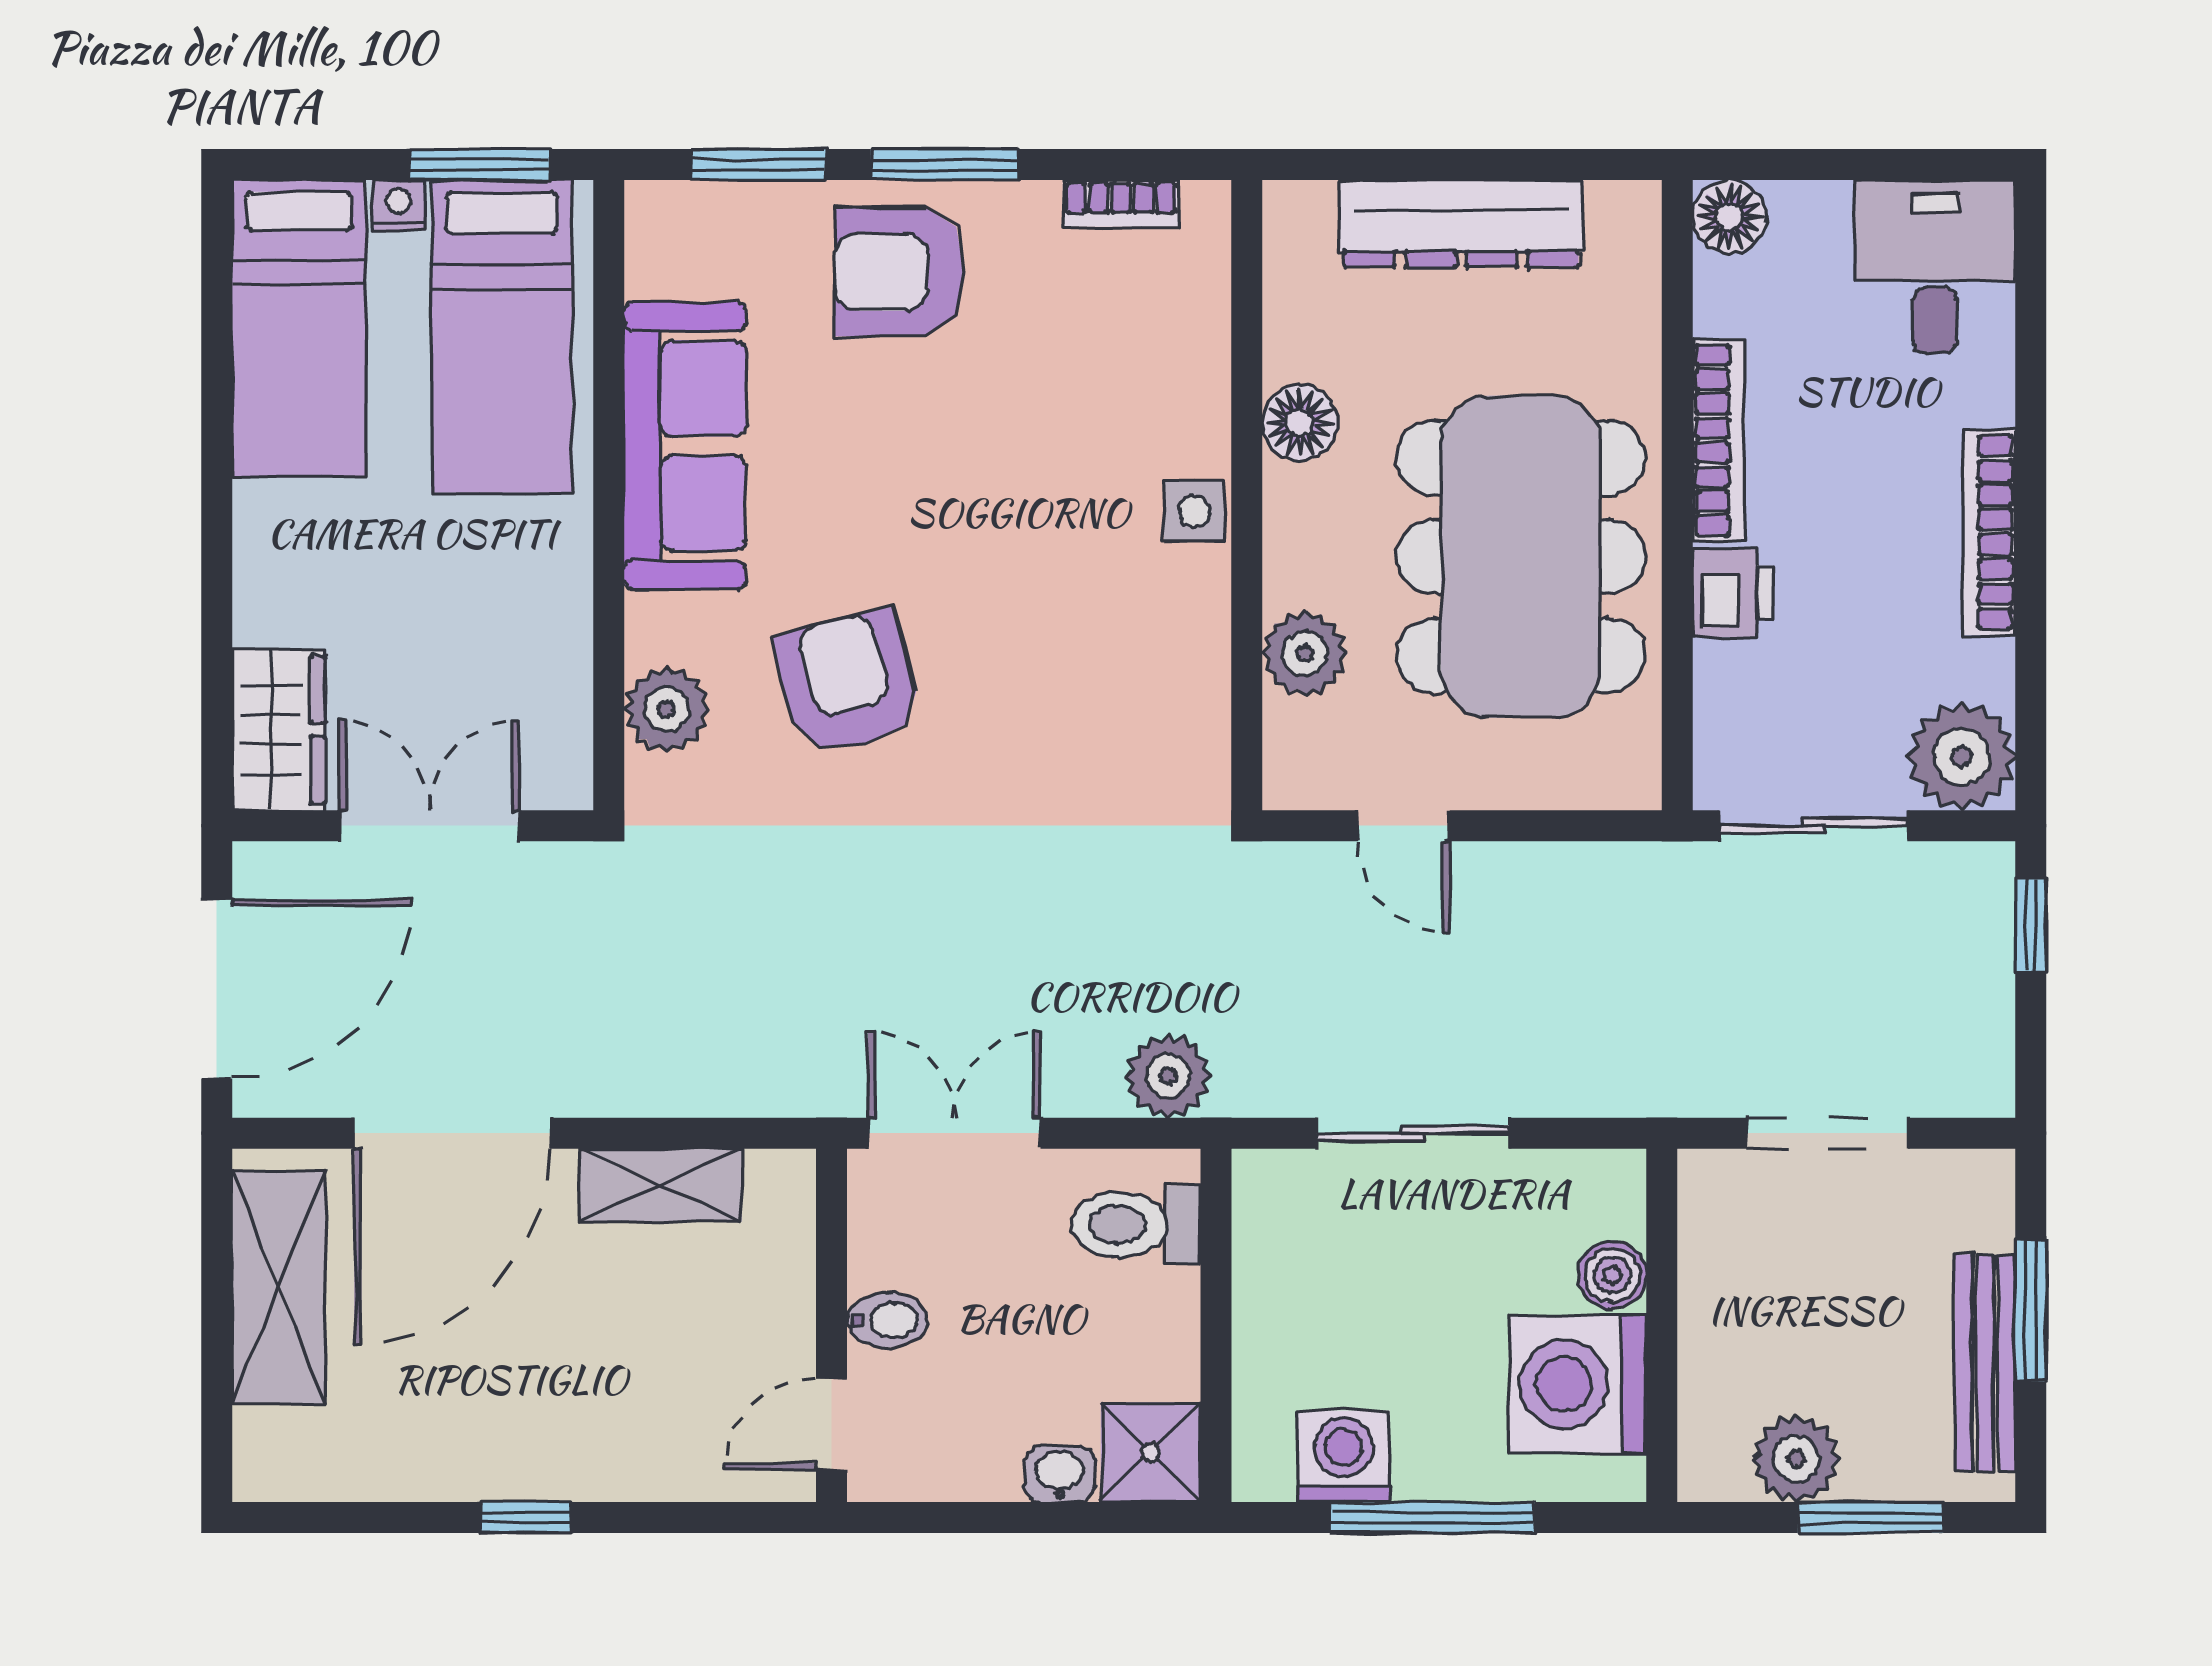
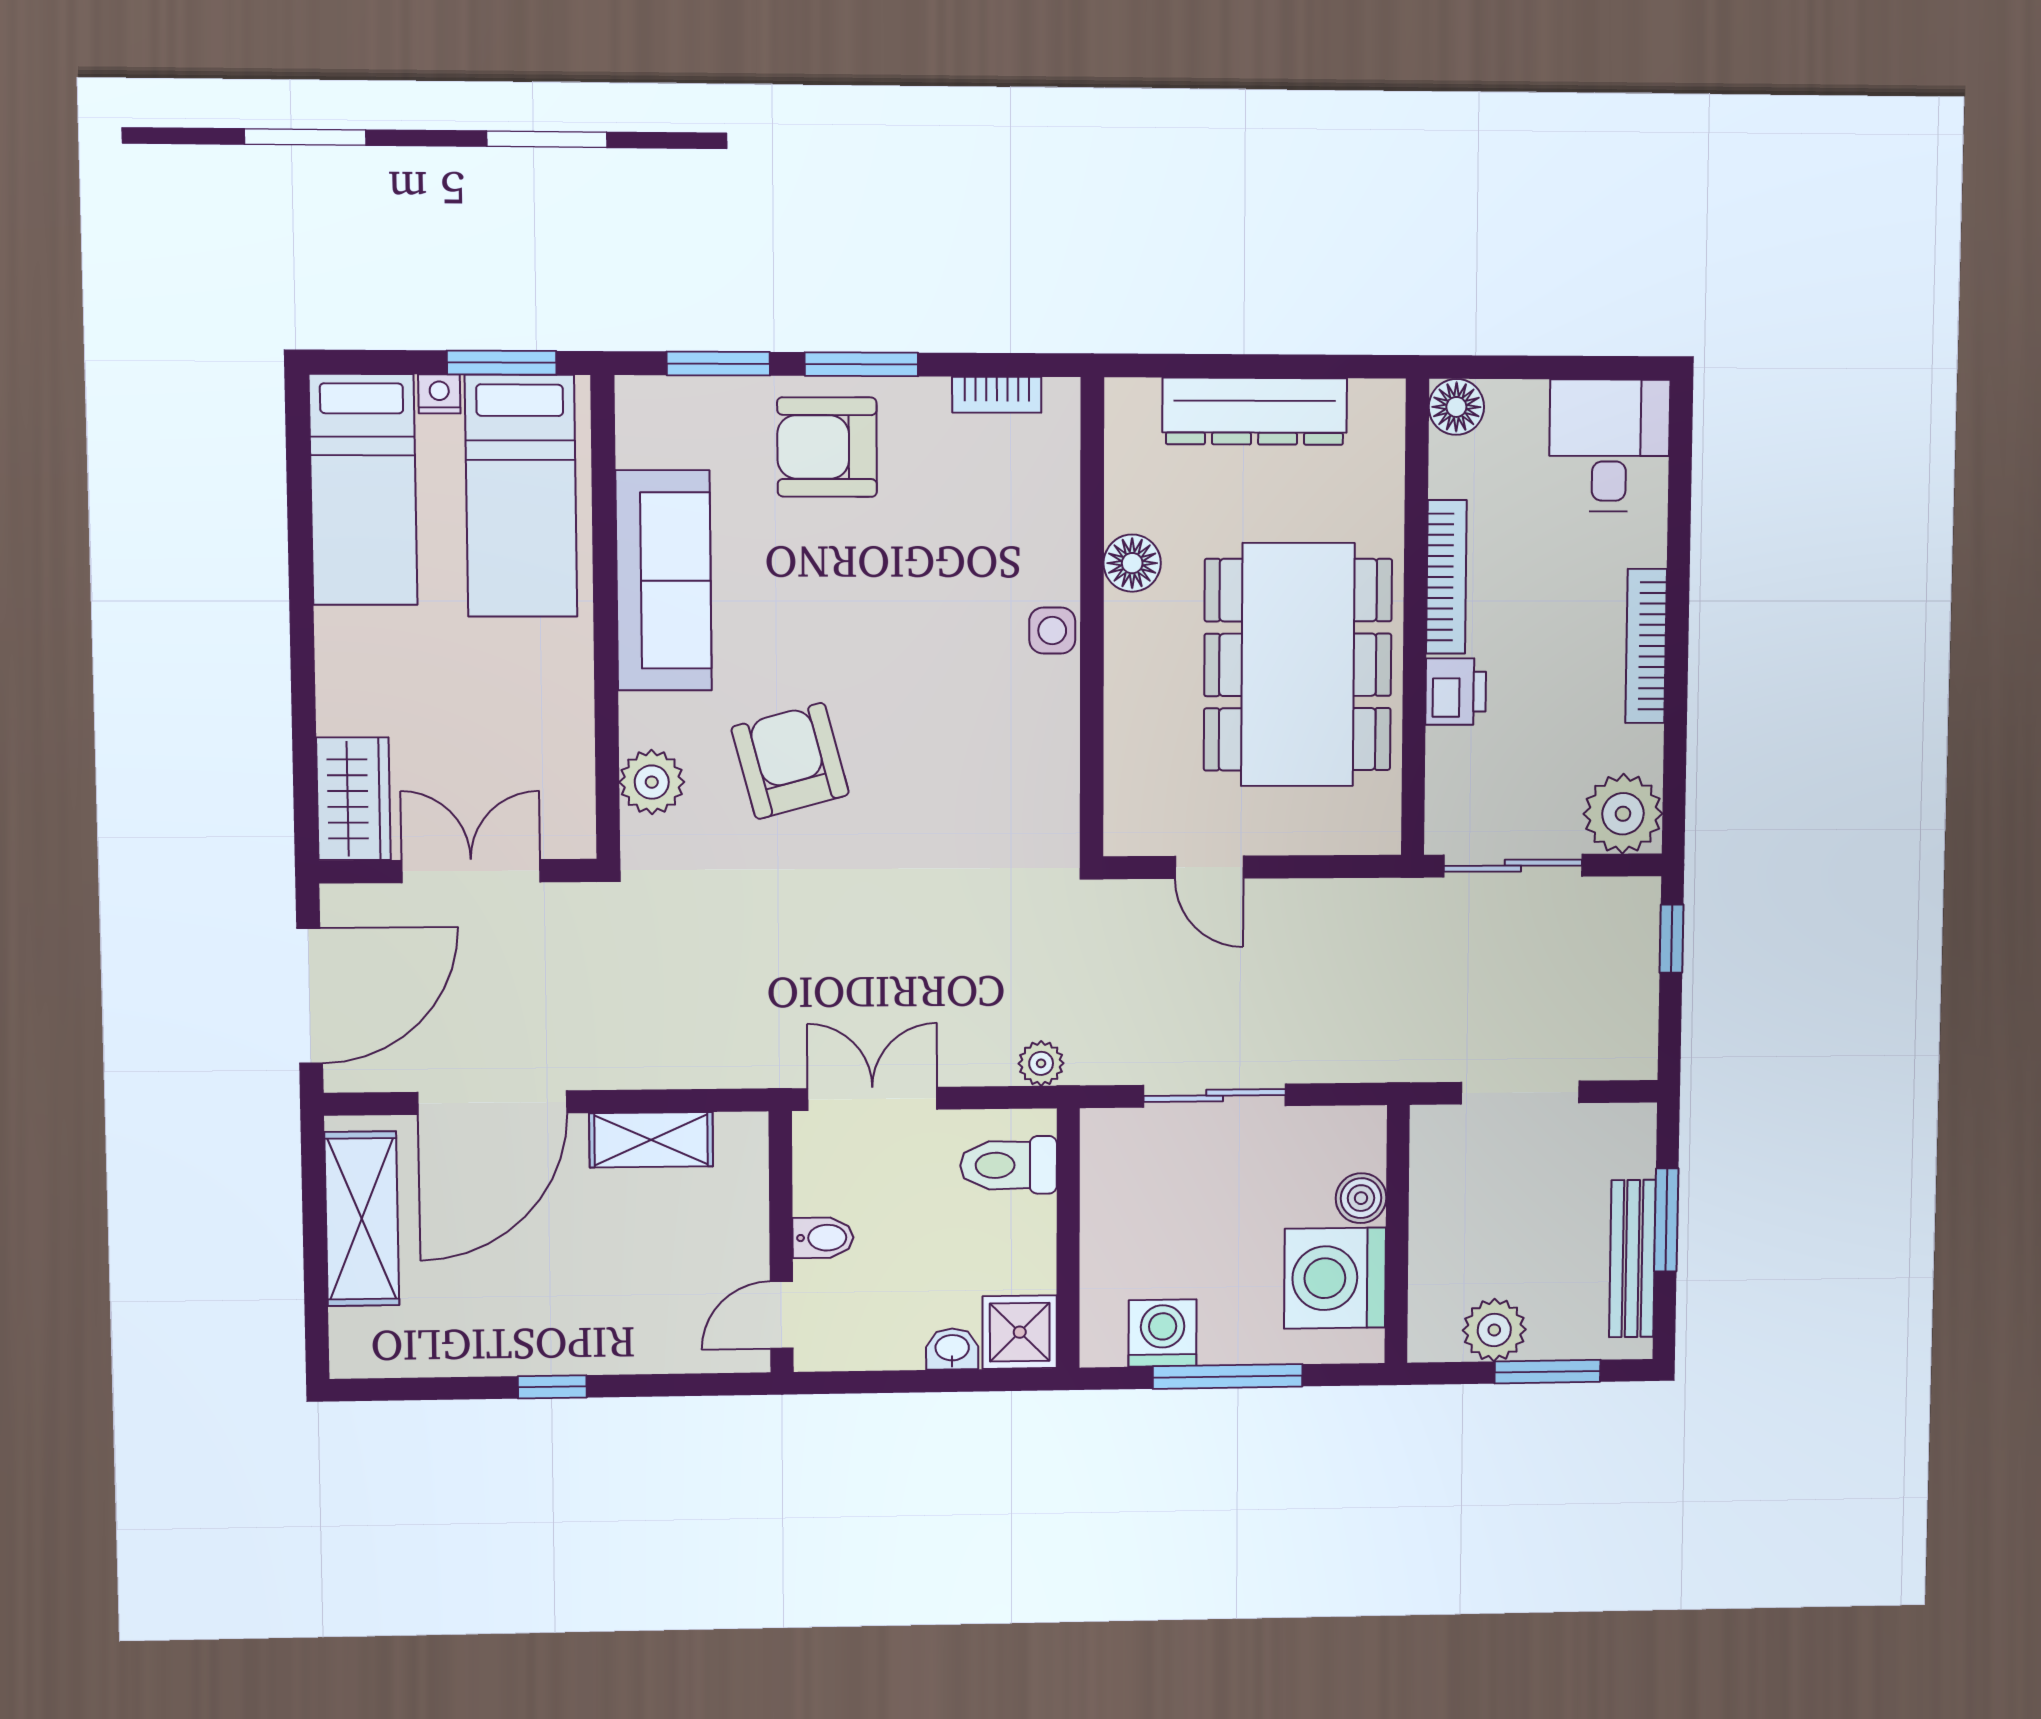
plant: (1305, 654) -> (1135, 738), removed
plant: (1168, 1076) -> (1041, 1063), width x0.73, depth x0.73

